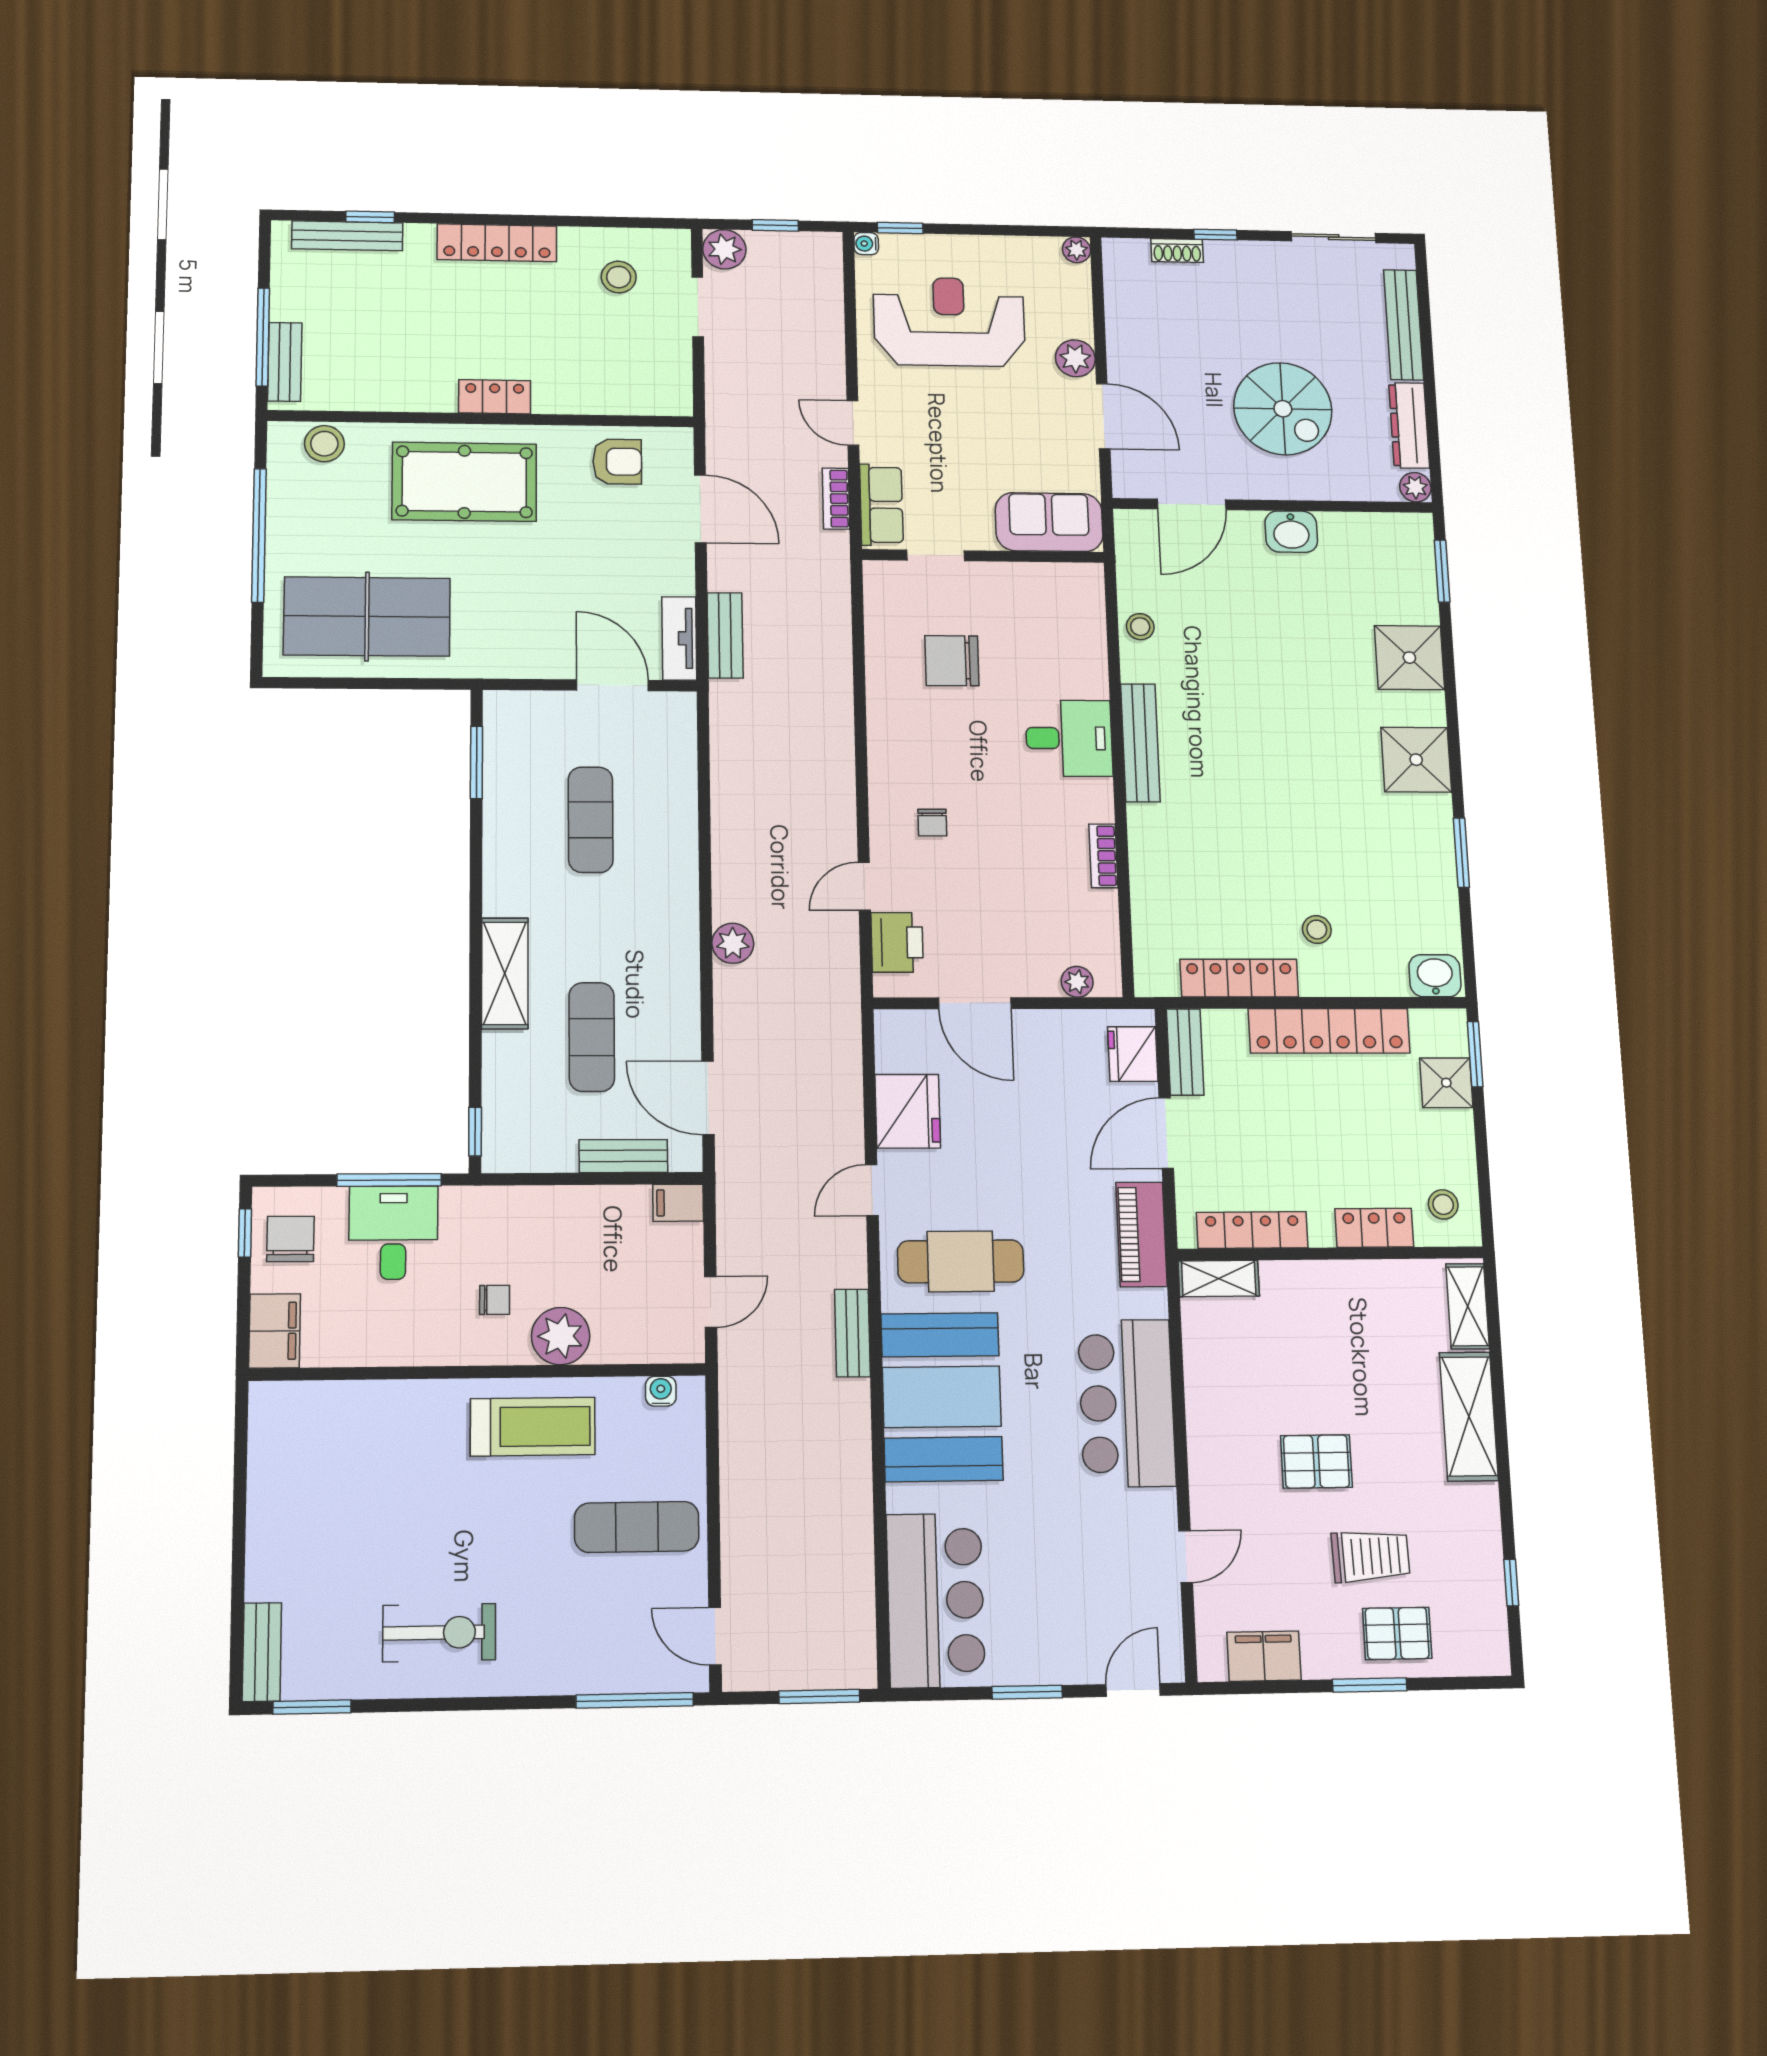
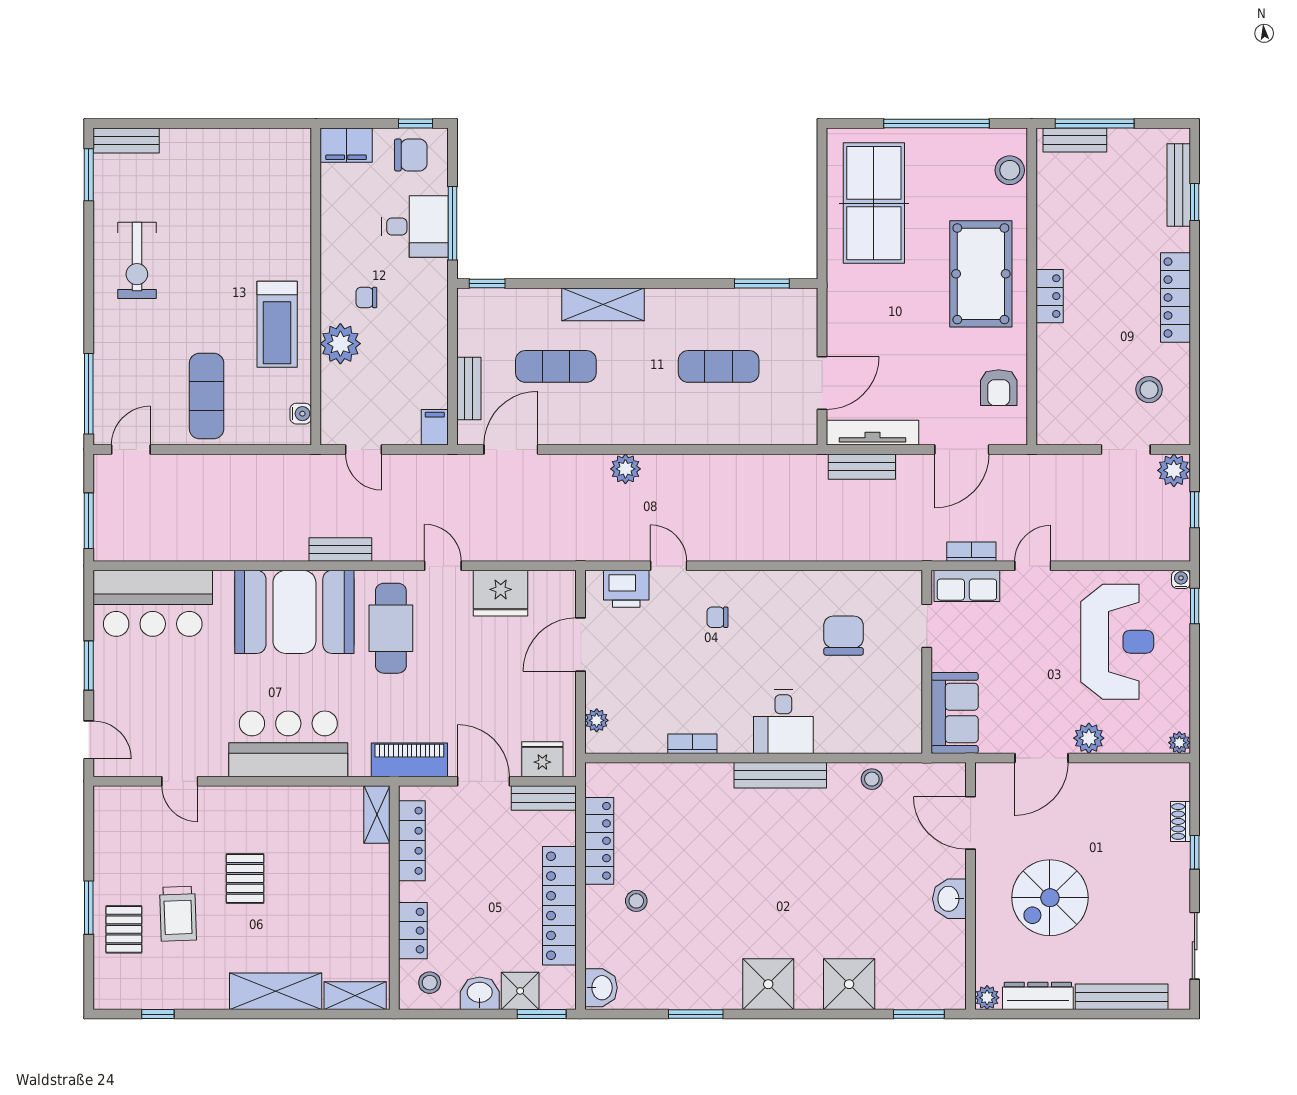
tv unit: (679, 638) -> (872, 433), width x1.41
washbasin: (1453, 1137) -> (480, 993), added
chair: (495, 1300) -> (366, 298), turned 90
filing cabinet: (1264, 1656) -> (110, 833), removed

